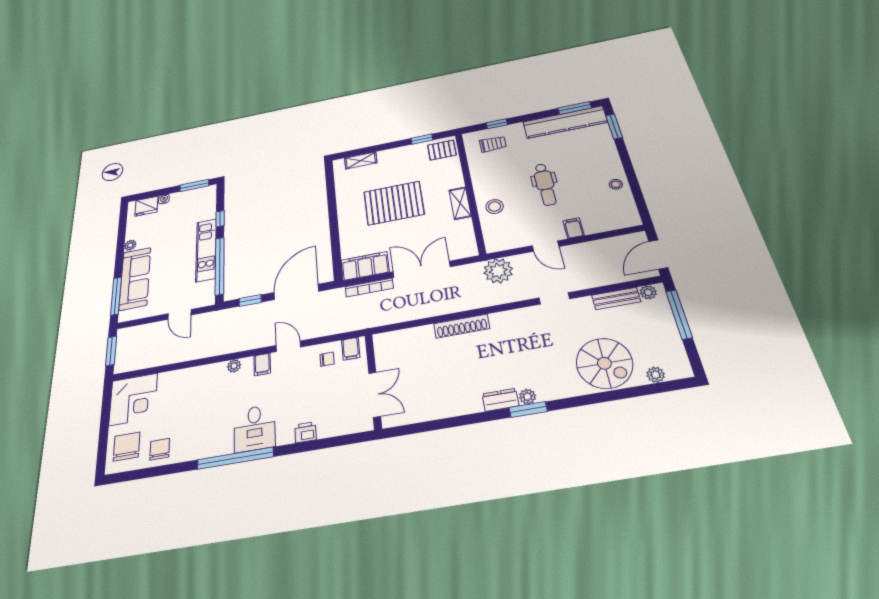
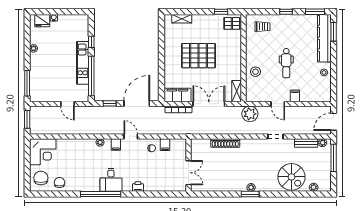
kitchen counter: (565, 122) -> (324, 38), moved, turned 90
window: (497, 124) -> (286, 12), moved
window: (194, 185) -> (74, 12), removed
shelving: (460, 203) -> (237, 91), moved
sofa: (135, 279) -> (38, 73), removed
wall: (373, 381) -> (188, 165), moved
double door: (375, 395) -> (188, 173), moved
dresser: (501, 400) -> (238, 187), removed

